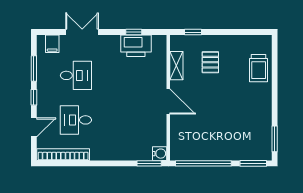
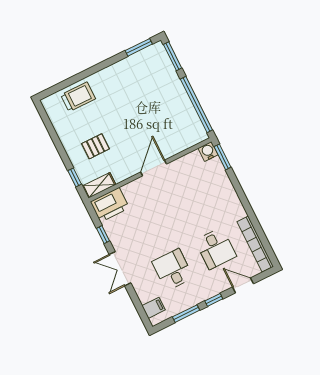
double door: (82, 32) -> (120, 269), moved
printer: (136, 46) -> (110, 205), moved, turned 90
shelving: (176, 66) -> (99, 185), moved

